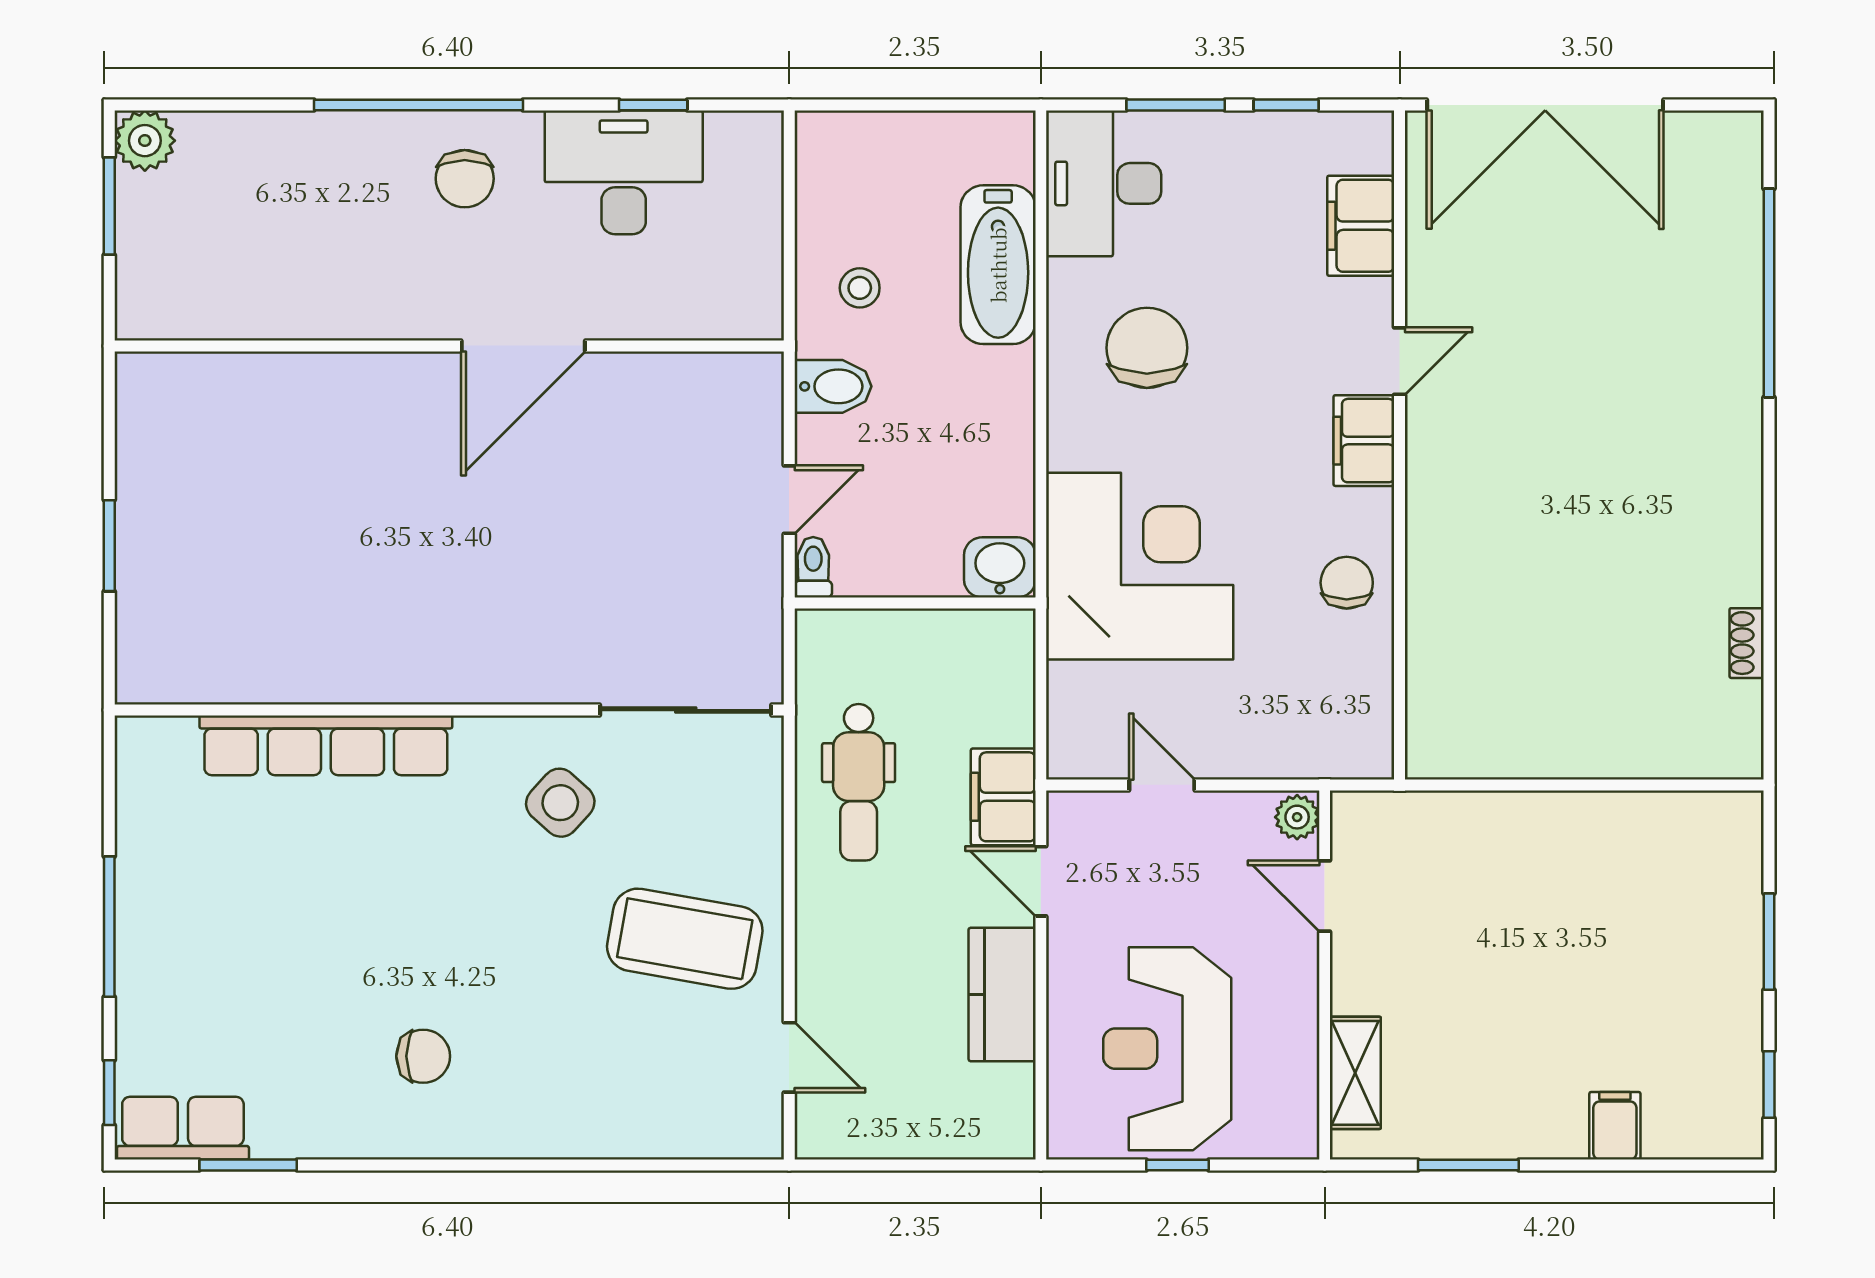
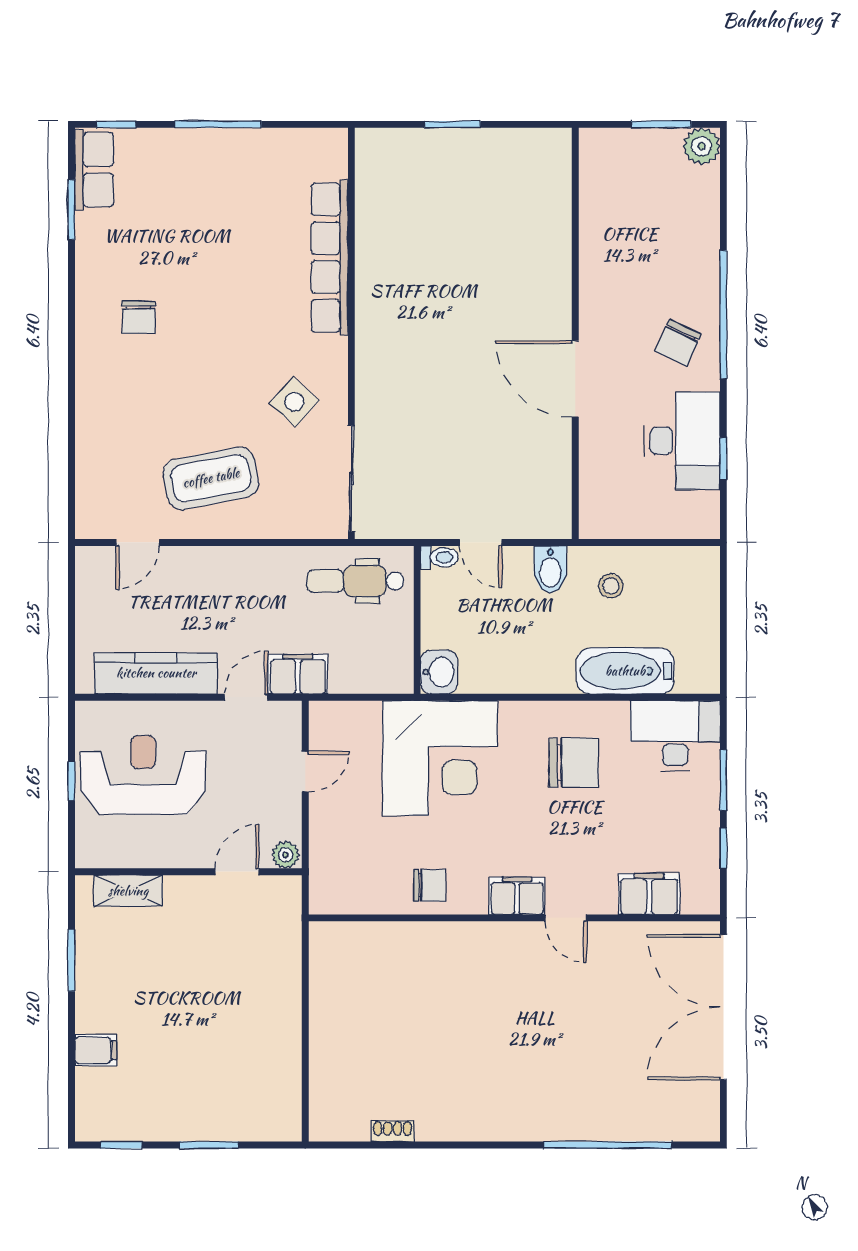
chair: (465, 179) -> (678, 343), turned -65
dental chair: (859, 782) -> (355, 581), moved
coffee table: (685, 939) -> (211, 478), turned 69
kitchen counter: (1002, 994) -> (156, 673), width x1.50

